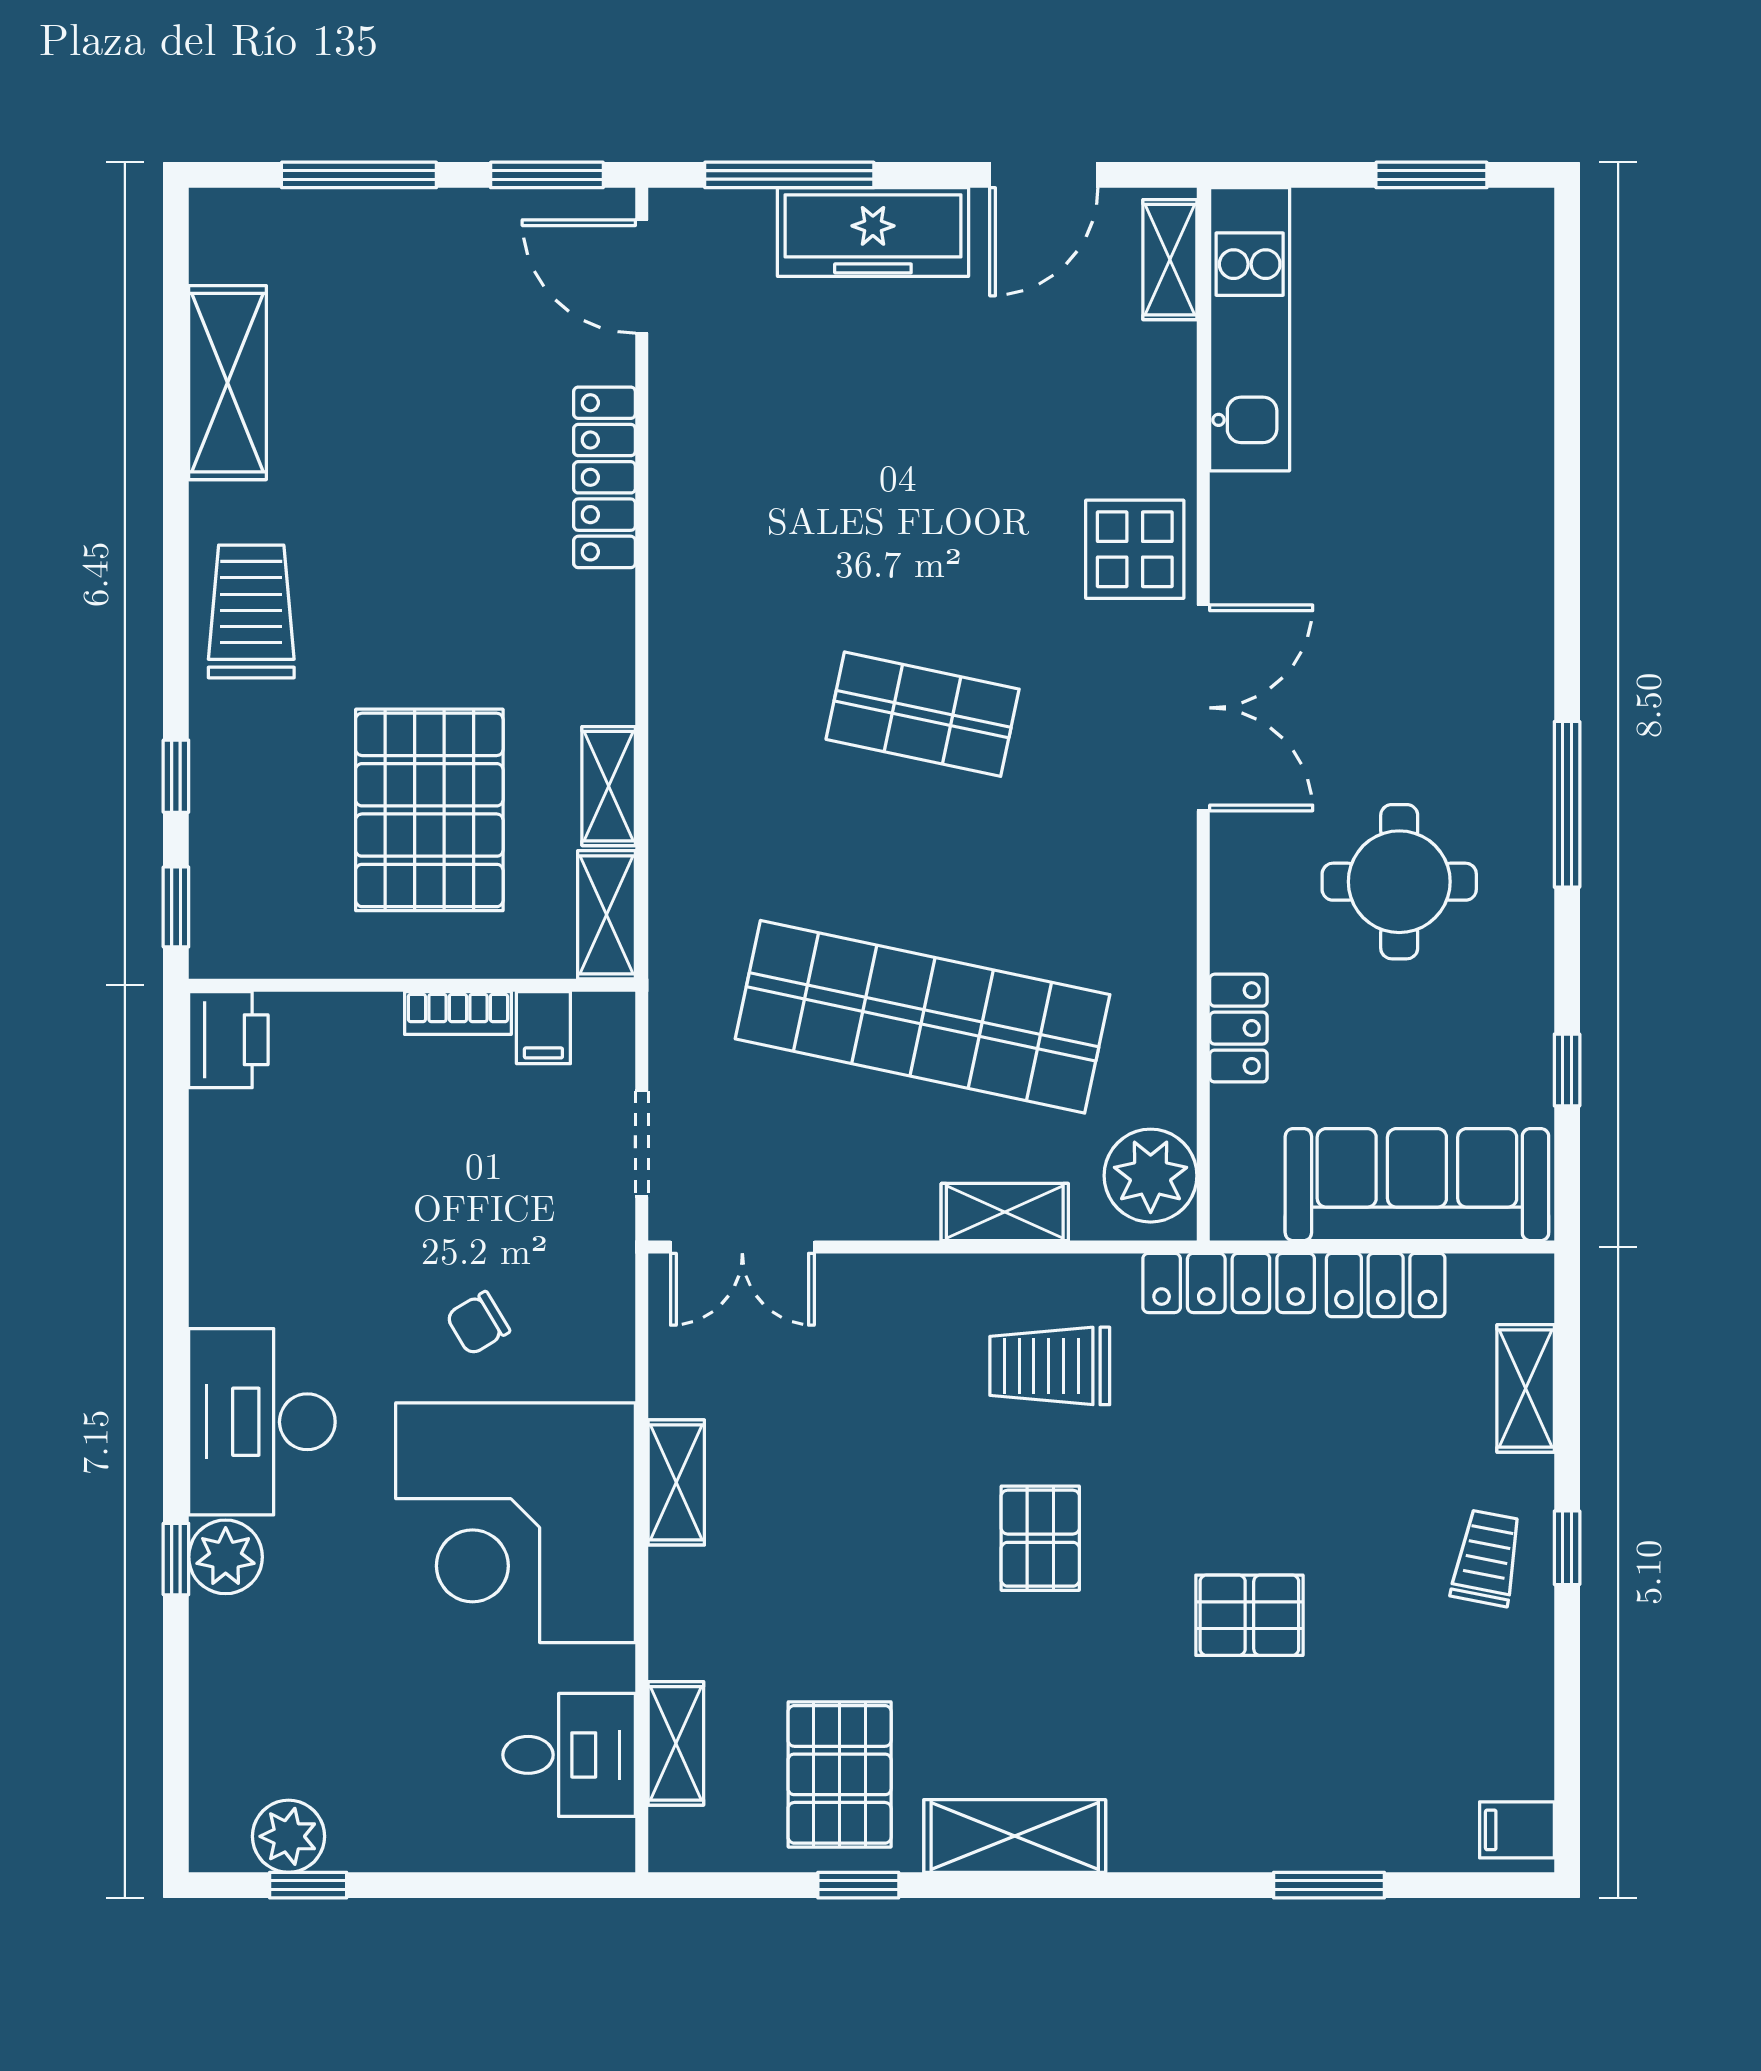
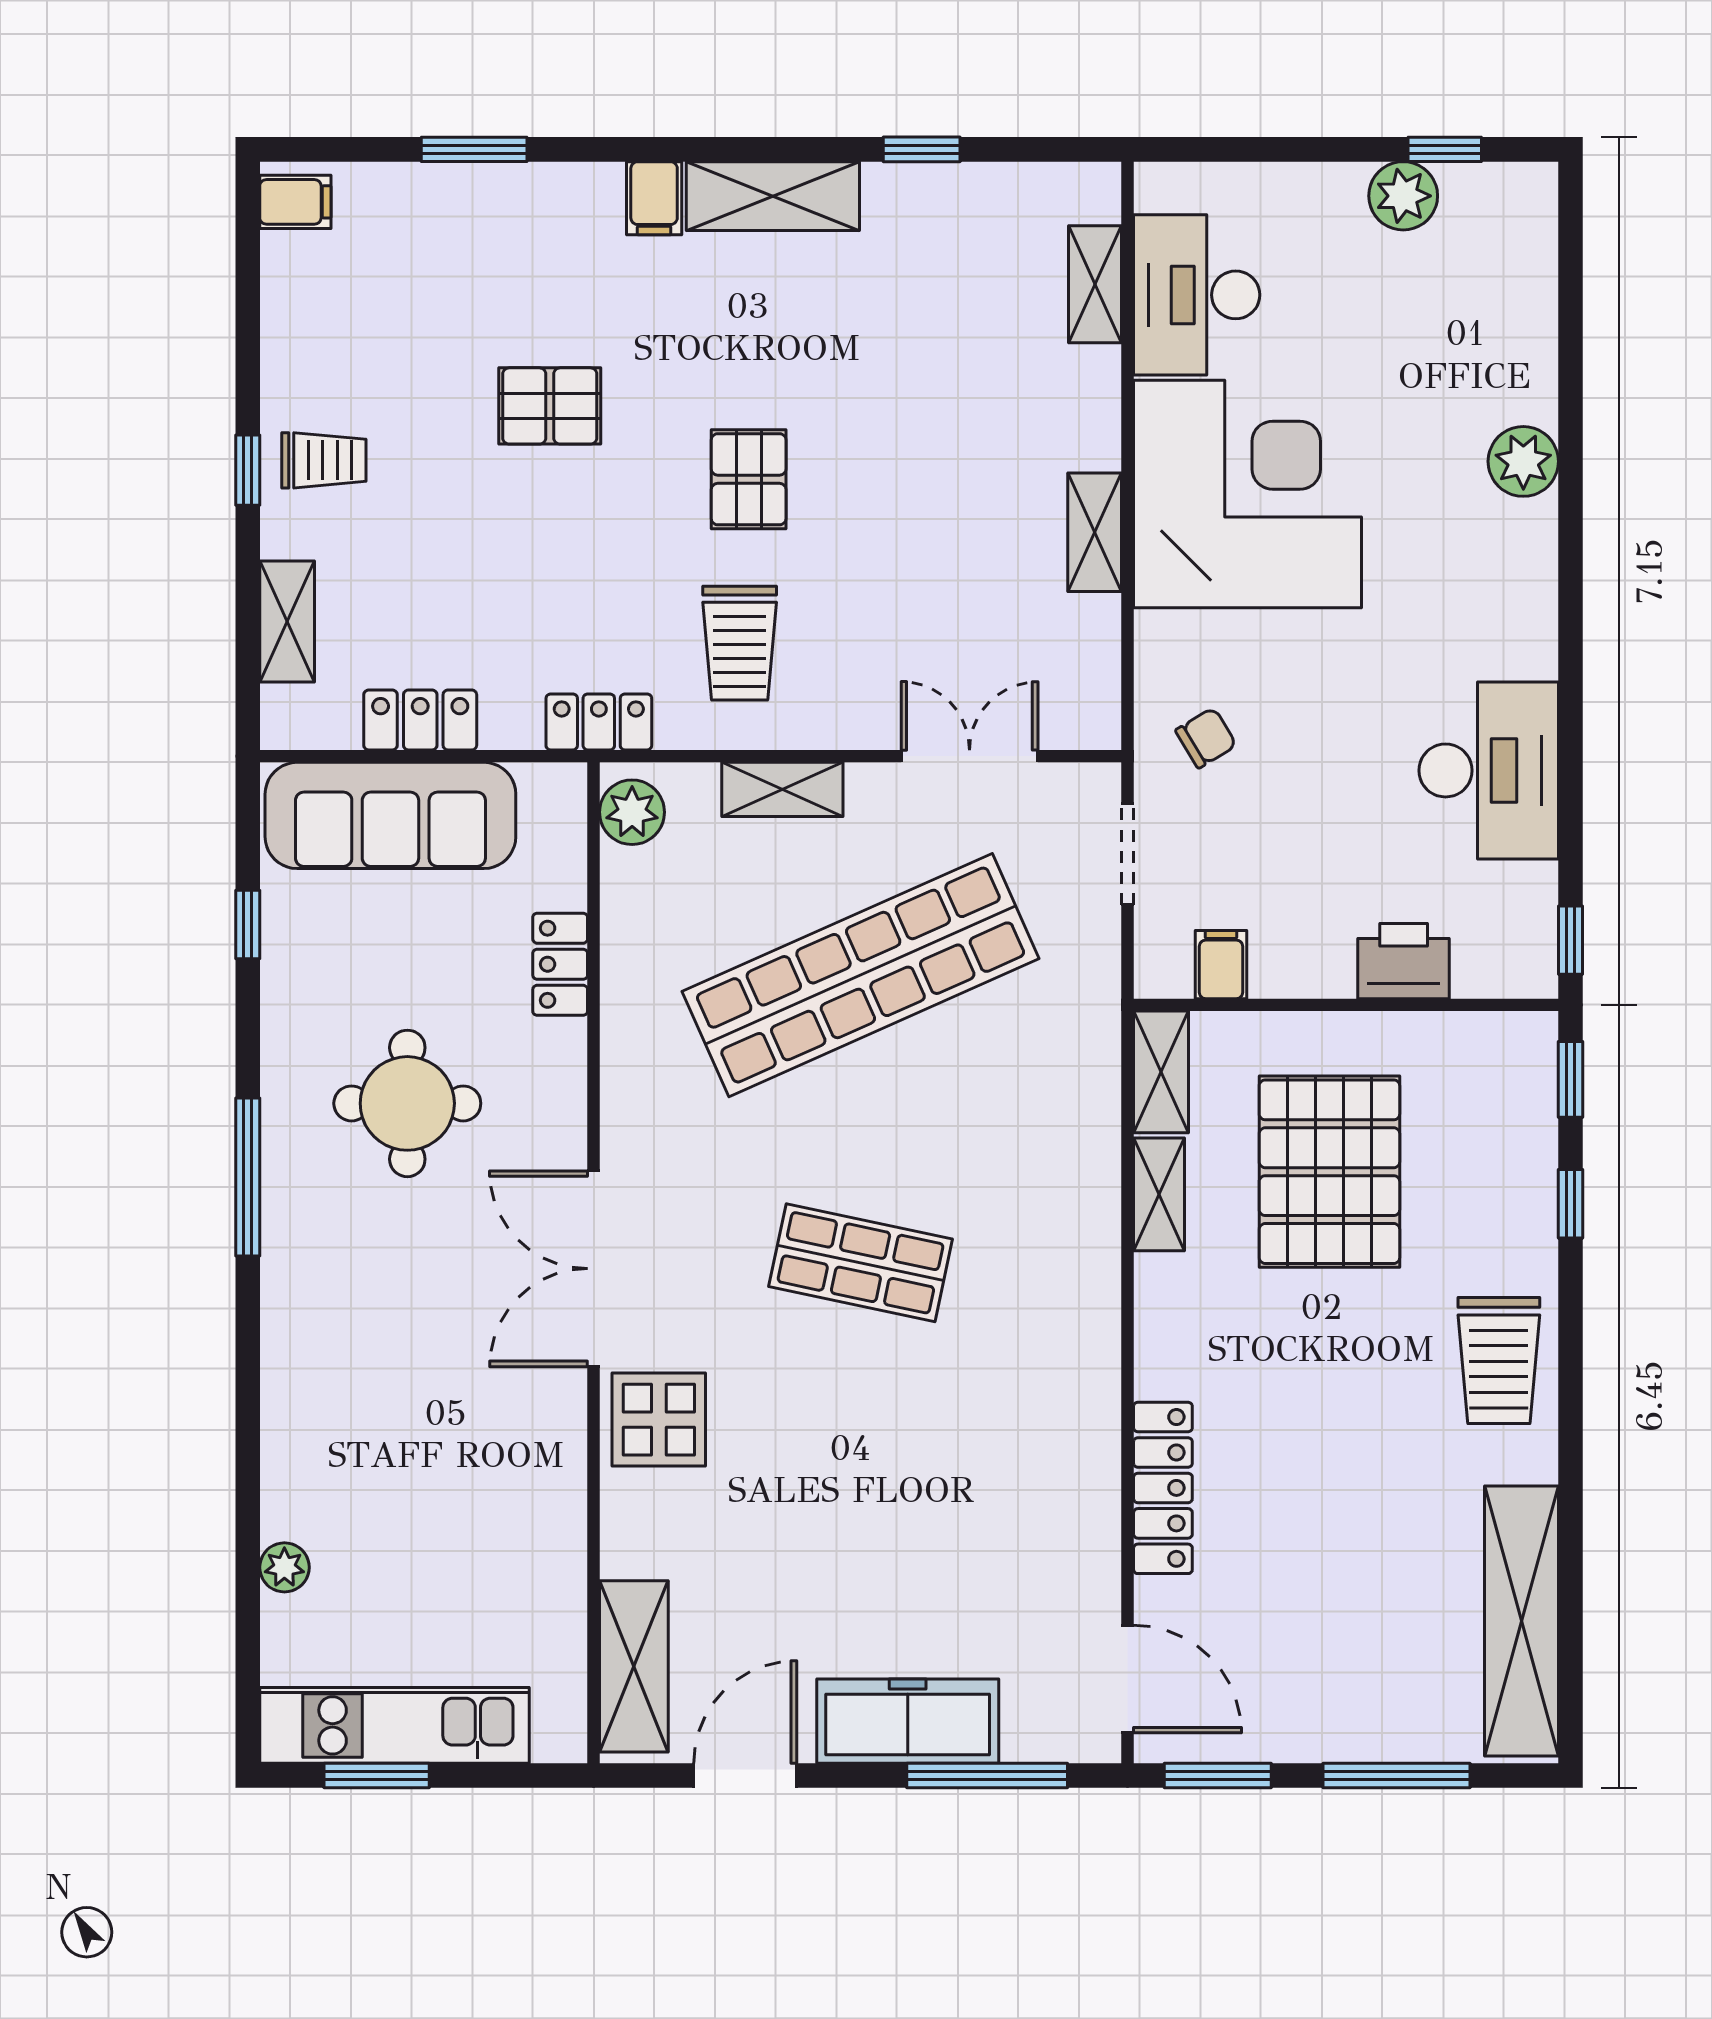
shelving: (1170, 260) -> (634, 1666), width x1.50, depth x1.33
kitchen unit: (1250, 329) -> (394, 1725), moved, turned 90
shelving: (227, 383) -> (1521, 1621), width x1.47
plant: (1528, 394) -> (284, 1567), added
bookcase: (458, 1013) -> (1302, 979), removed
shop shelf: (923, 1017) -> (861, 975), turned -36
printer: (228, 1040) -> (1404, 961), moved, turned 90
plant: (1151, 1176) -> (632, 812), width x0.73, depth x0.73
double door: (742, 1247) -> (970, 756), moved
locker: (1229, 1283) -> (599, 722), width x0.66
chair: (478, 1323) -> (1206, 738), moved
trolley: (1050, 1366) -> (740, 643), turned 90
desk: (262, 1422) -> (1489, 770), moved
trolley: (1487, 1558) -> (324, 460), turned -101
window: (176, 1559) -> (1570, 940), moved
desk: (569, 1755) -> (1197, 295), width x1.37
pallet: (840, 1774) -> (939, 255), removed
filing cabinet: (1140, 1834) -> (654, 198), added
plant: (289, 1836) -> (1403, 196), moved

